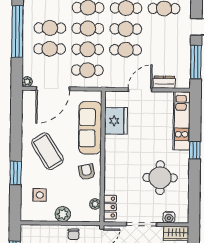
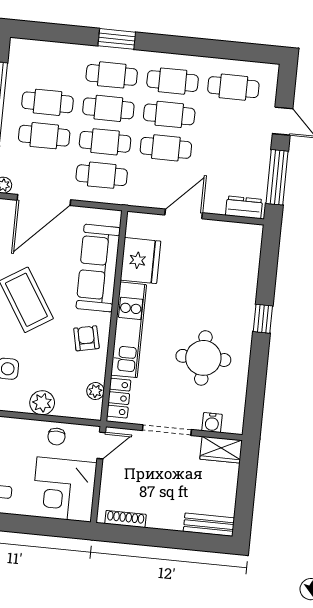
dresser: (164, 82) -> (244, 207), moved
kitchen unit: (182, 121) -> (129, 330), moved, turned 180

